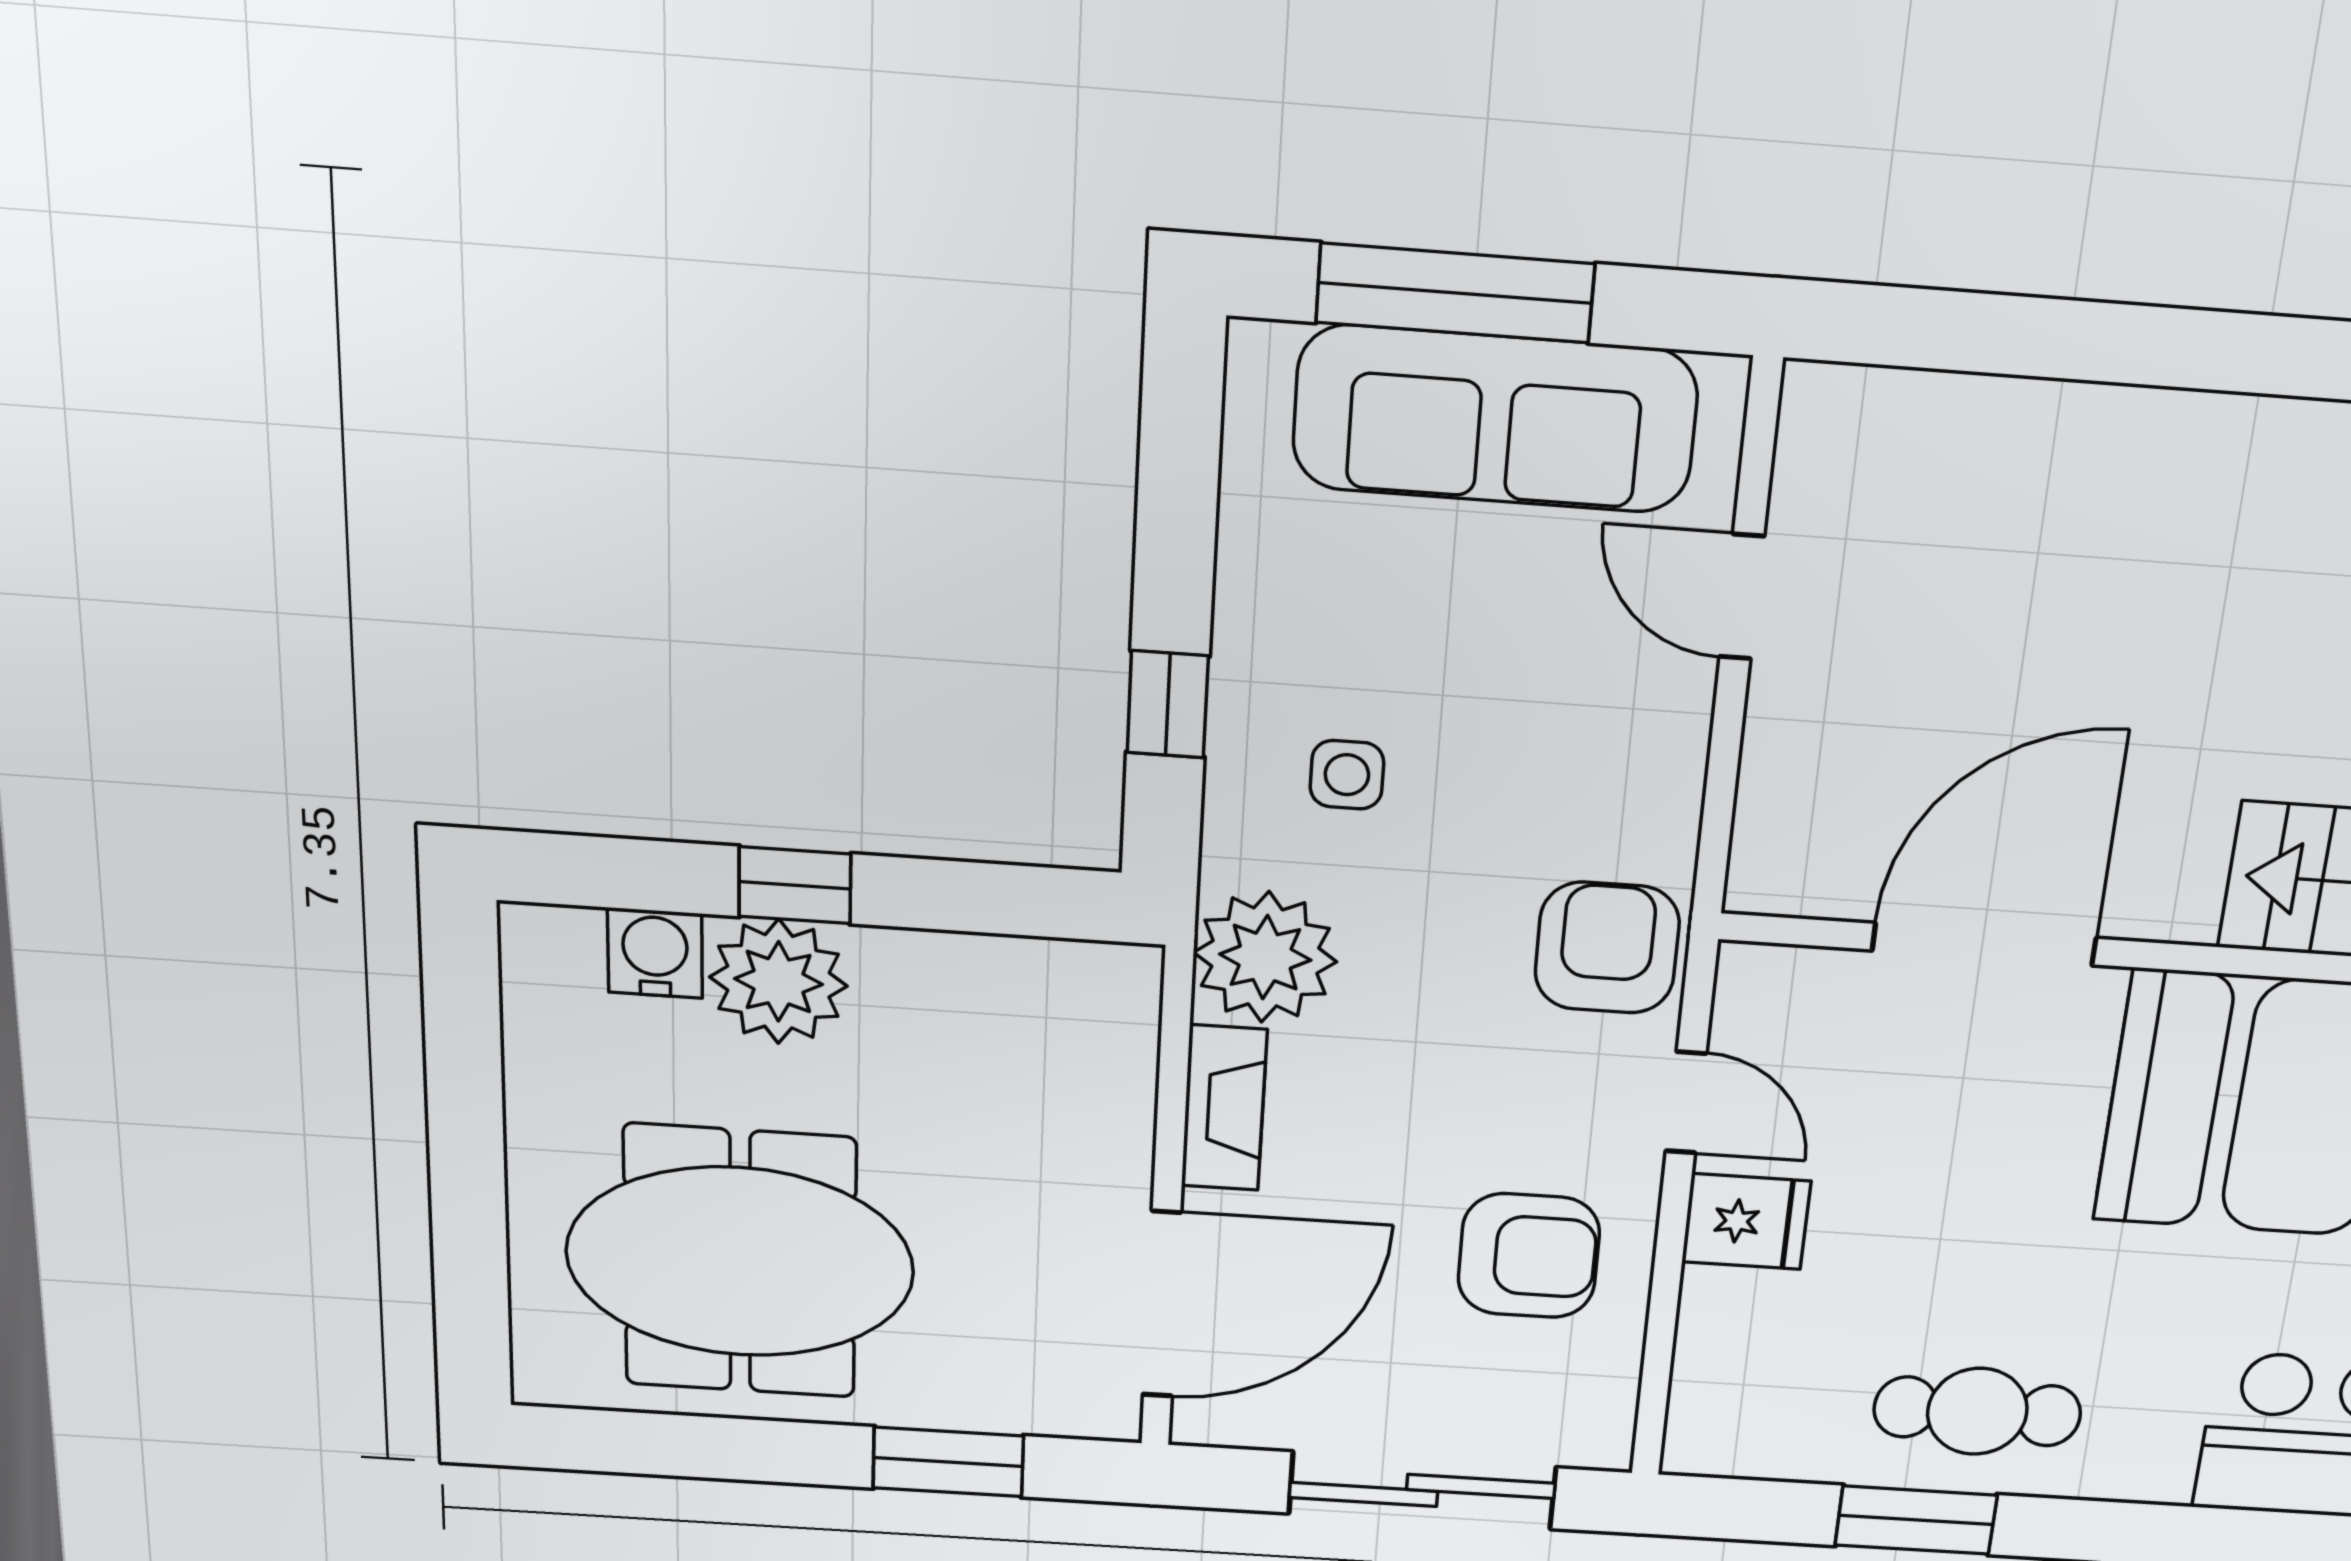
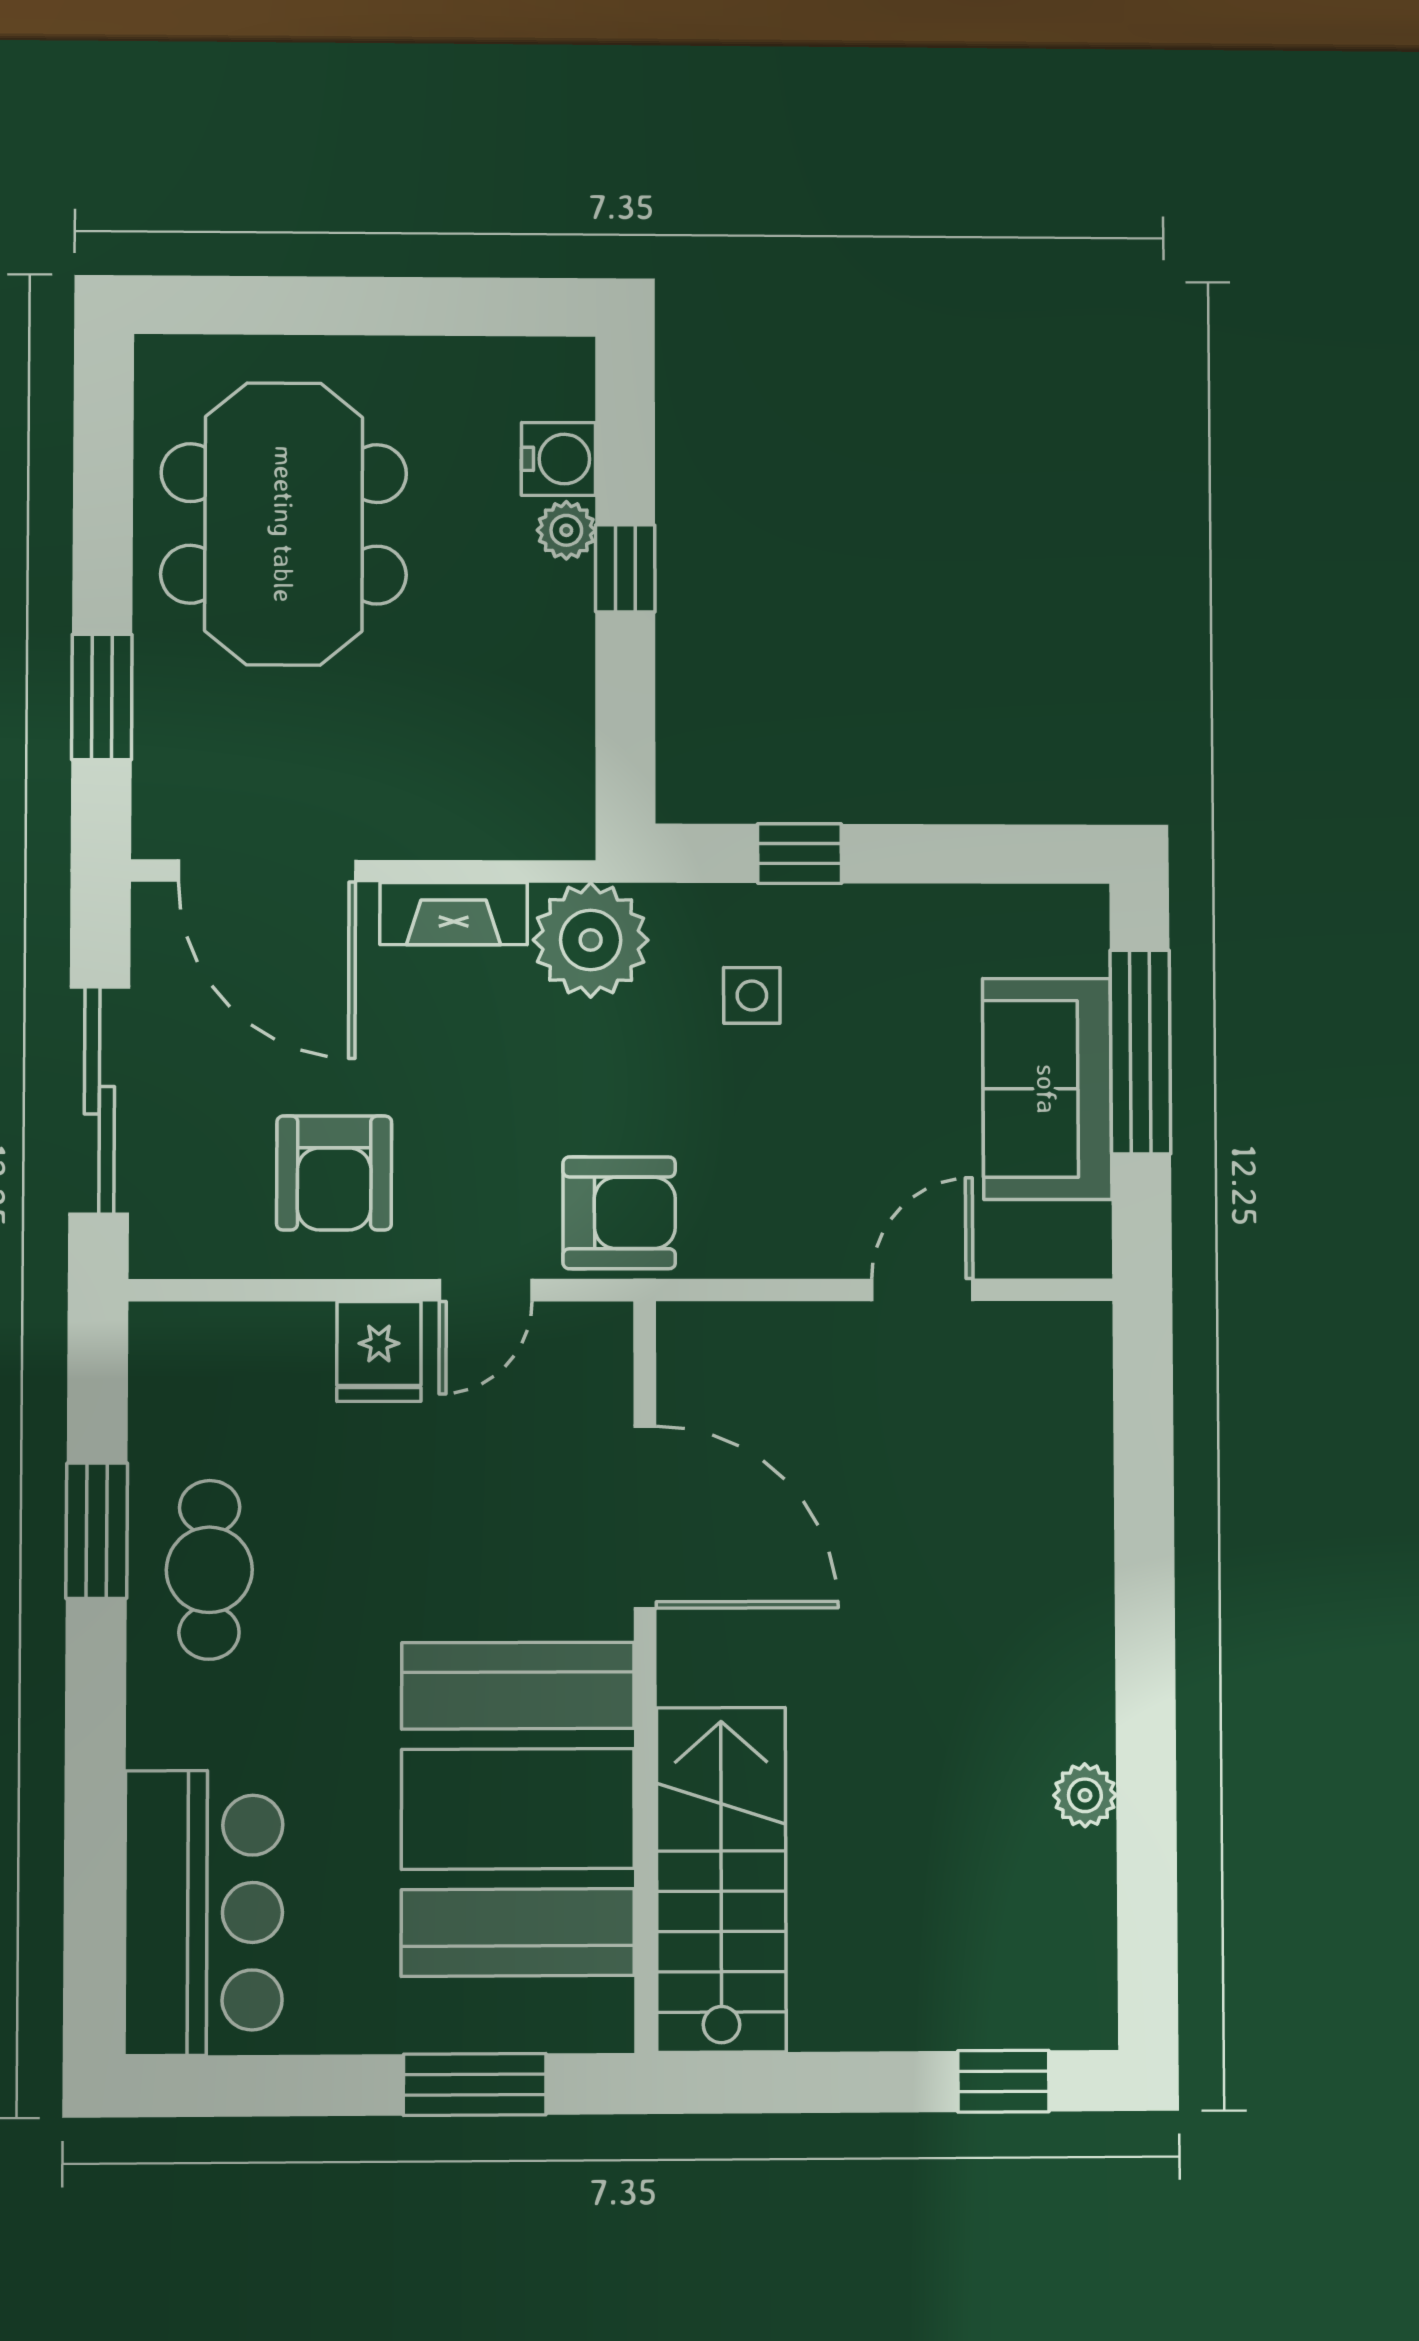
sofa: (1495, 419) -> (1047, 1089), width x0.73
plant: (778, 981) -> (566, 530), width x0.53, depth x0.53

